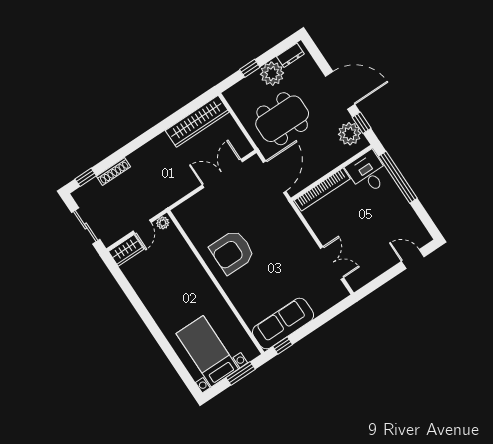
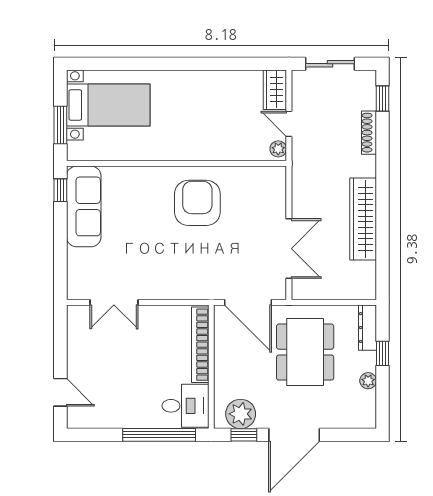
dresser: (290, 55) -> (368, 328), moved, width x1.44
plant: (272, 74) -> (368, 381), width x0.53, depth x0.53
wardrobe: (197, 121) -> (363, 219), moved
door: (413, 259) -> (60, 392), hinge flipped

